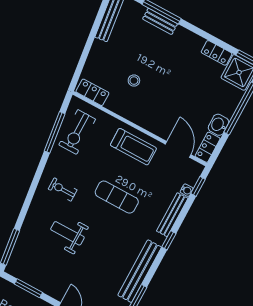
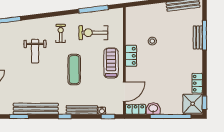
locker: (92, 92) -> (131, 56), moved
exercise bike: (77, 132) -> (93, 33), moved
treadmill: (133, 147) -> (111, 63), turned 180
weight bench: (67, 233) -> (35, 51), turned 180

